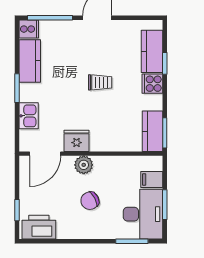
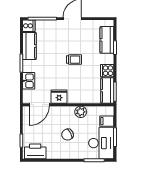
cooker: (152, 84) -> (107, 71), moved
plant: (84, 165) -> (81, 112), moved

